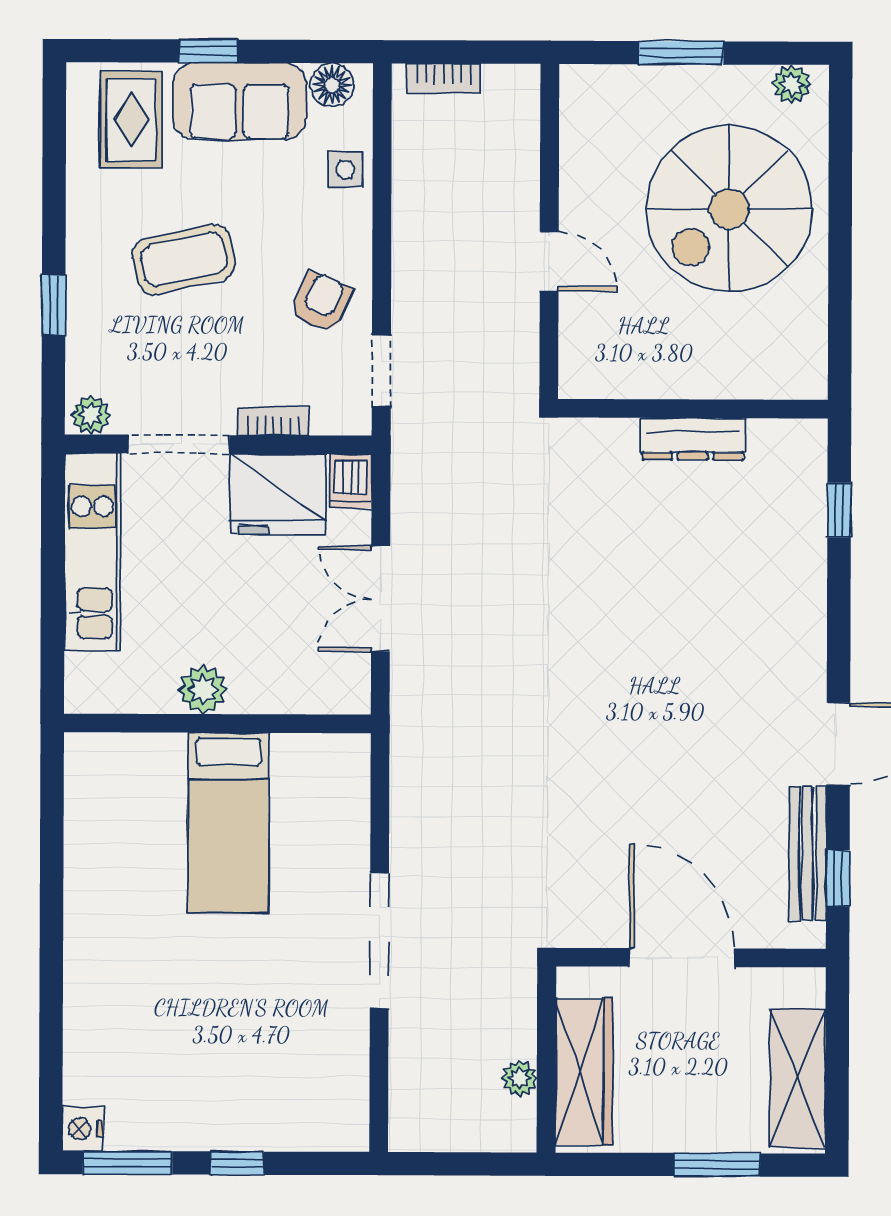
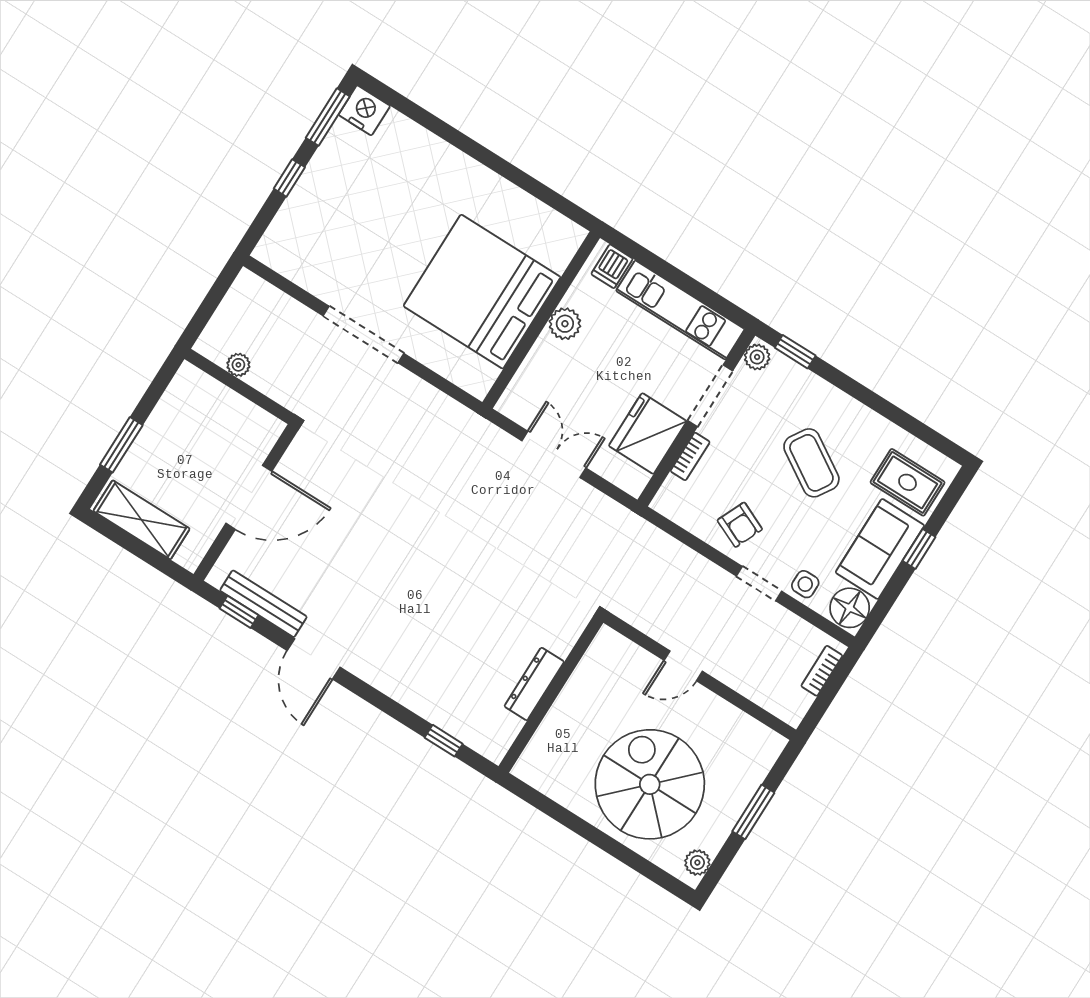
floor lamp: (332, 85) -> (850, 608), width x1.38, depth x1.38
coffee table: (184, 259) -> (811, 463), turned -45
window: (54, 305) -> (795, 352), moved
doorway: (381, 371) -> (759, 584), moved
dishwasher: (351, 481) -> (612, 266), moved, turned -90
bed: (228, 823) -> (482, 292), width x2.04
wardrobe: (584, 1072) -> (219, 403), removed
nightstand: (83, 1129) -> (364, 110), width x1.36, depth x1.33

